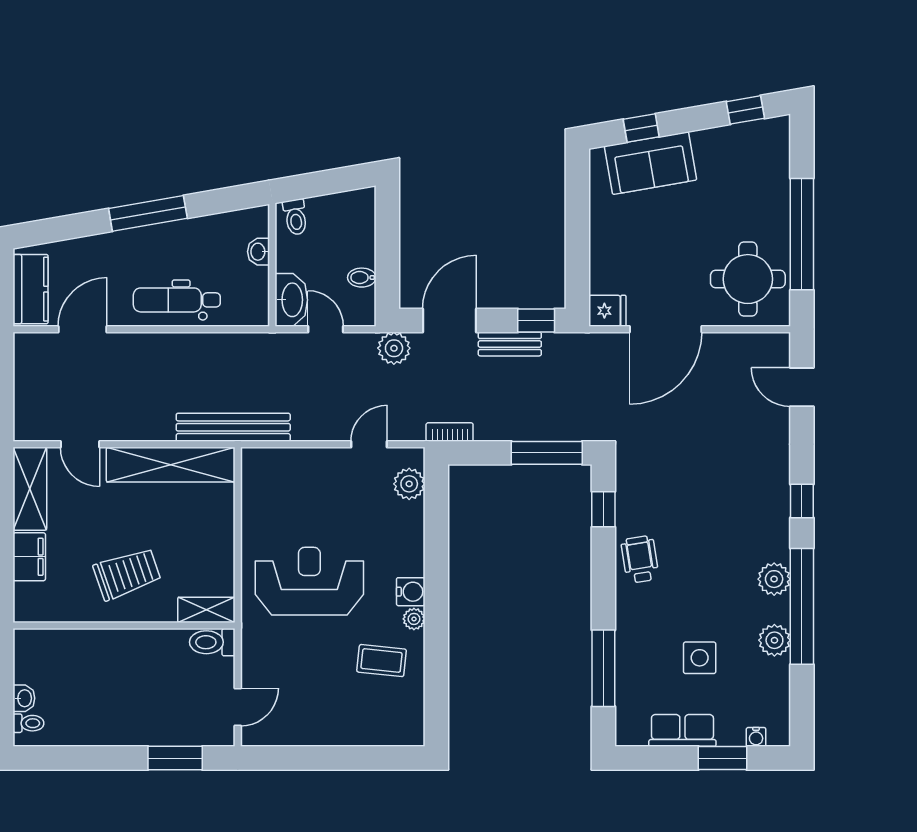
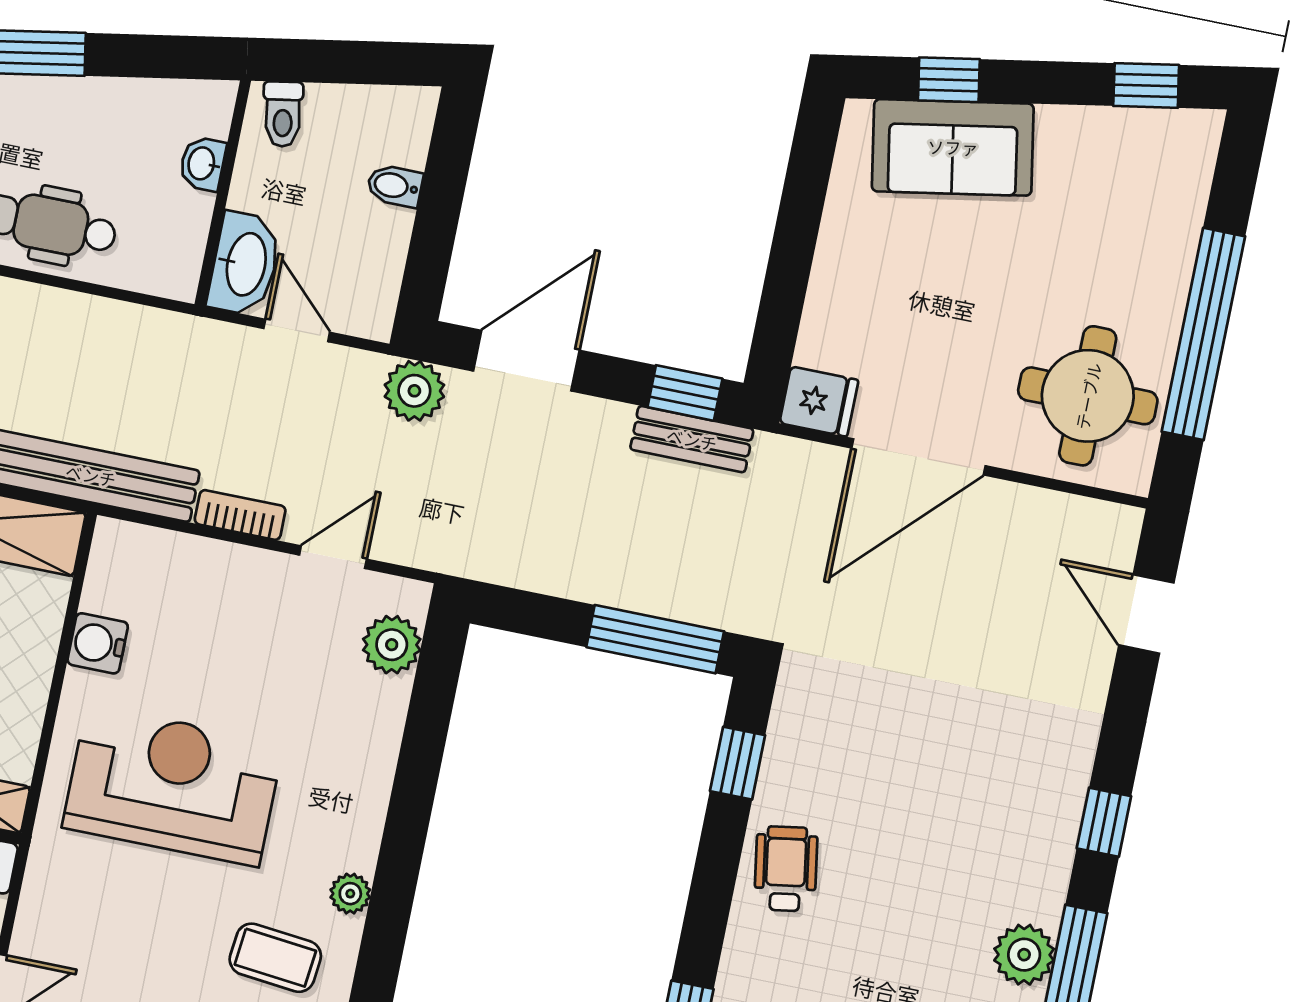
bidet: (362, 278) -> (395, 186), moved
bench: (510, 344) -> (692, 439), moved
bookcase: (450, 432) -> (240, 515), moved
water cooler: (411, 592) -> (98, 643), moved, turned 180

